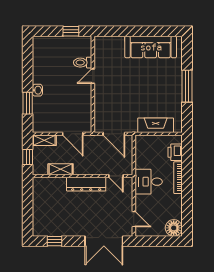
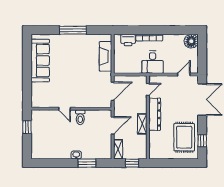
toilet: (83, 63) -> (80, 117), moved
shelving: (61, 169) -> (142, 124), moved
rug: (59, 220) -> (184, 137), added

